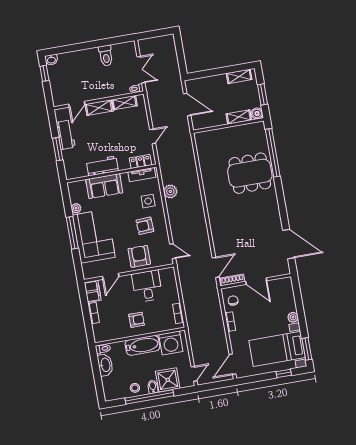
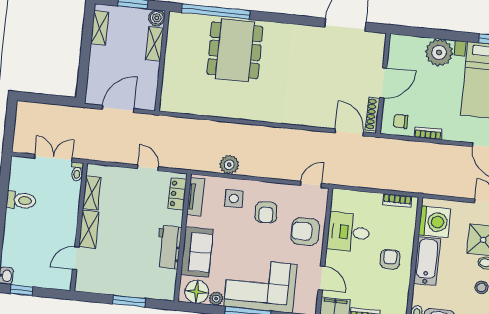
door: (77, 104) -> (76, 258), swing flipped
workbench: (66, 135) -> (113, 285), removed
floor lamp: (77, 194) -> (197, 292), added
plant: (293, 317) -> (439, 52), width x1.87, depth x1.87

